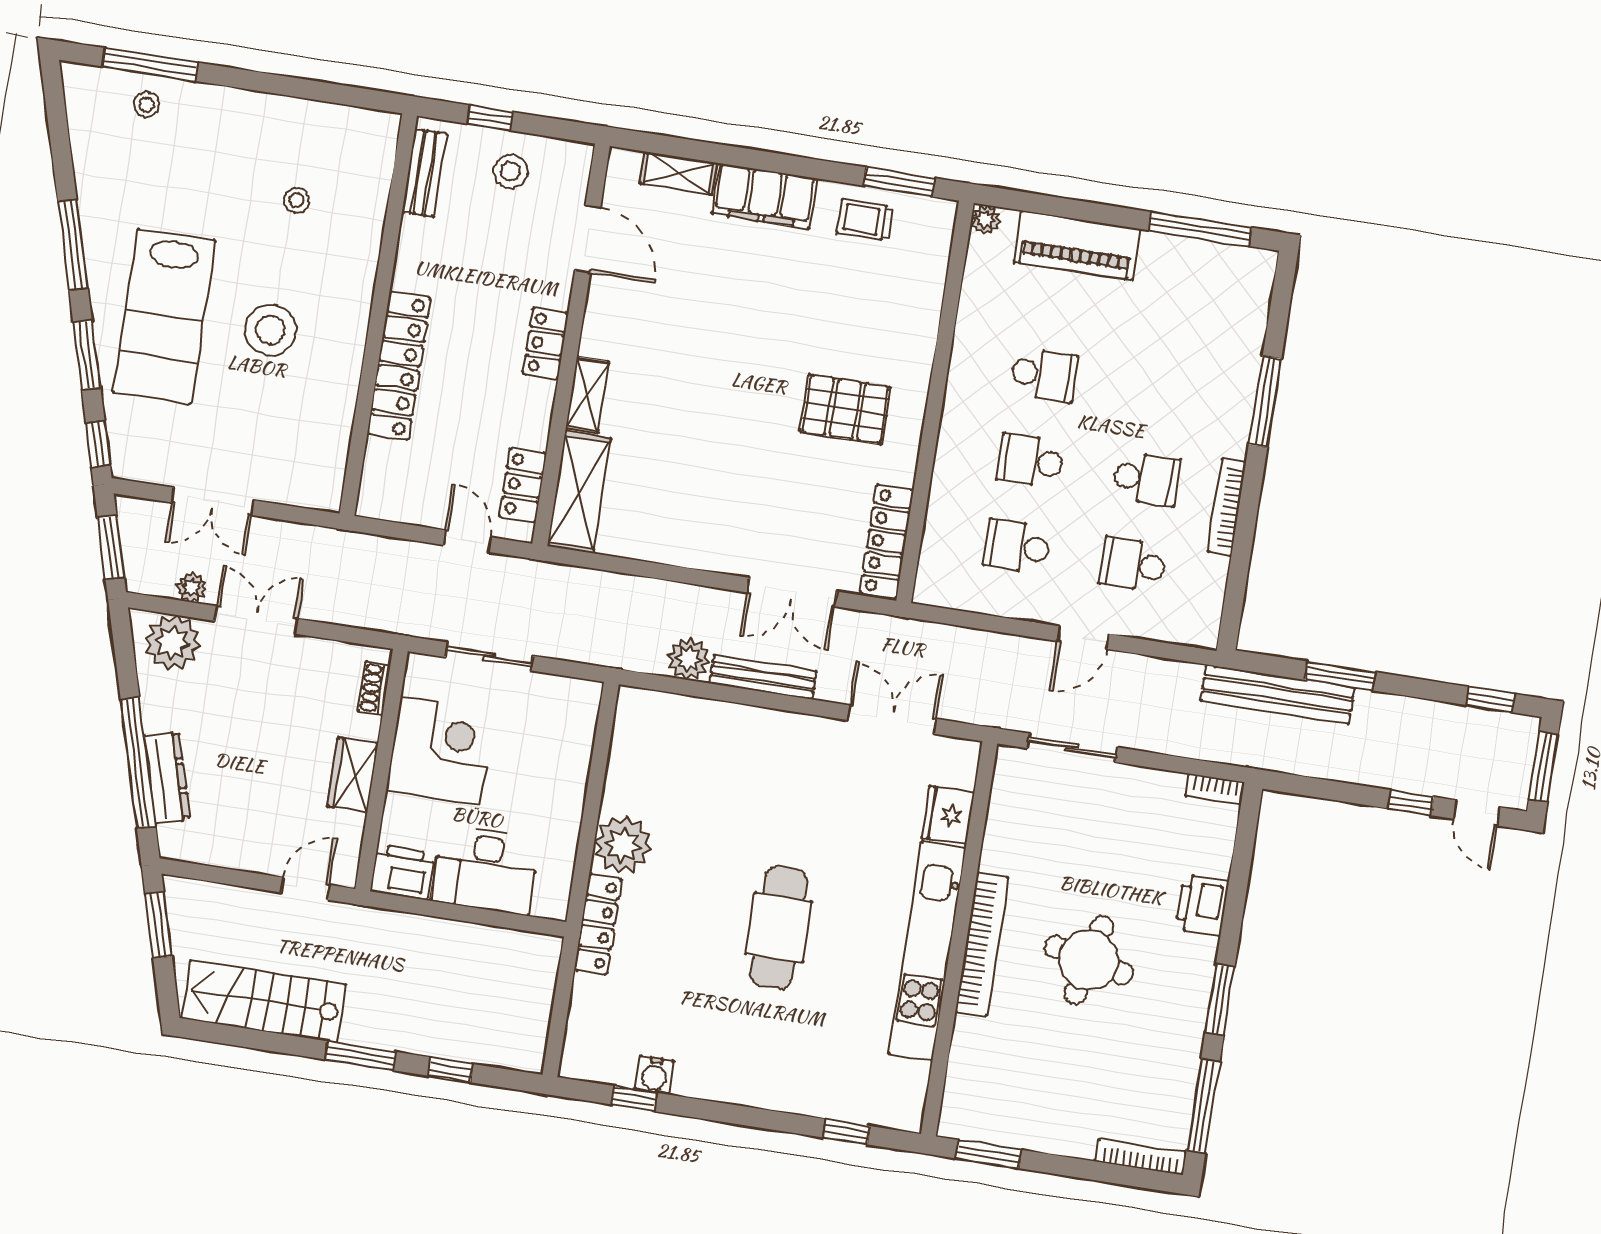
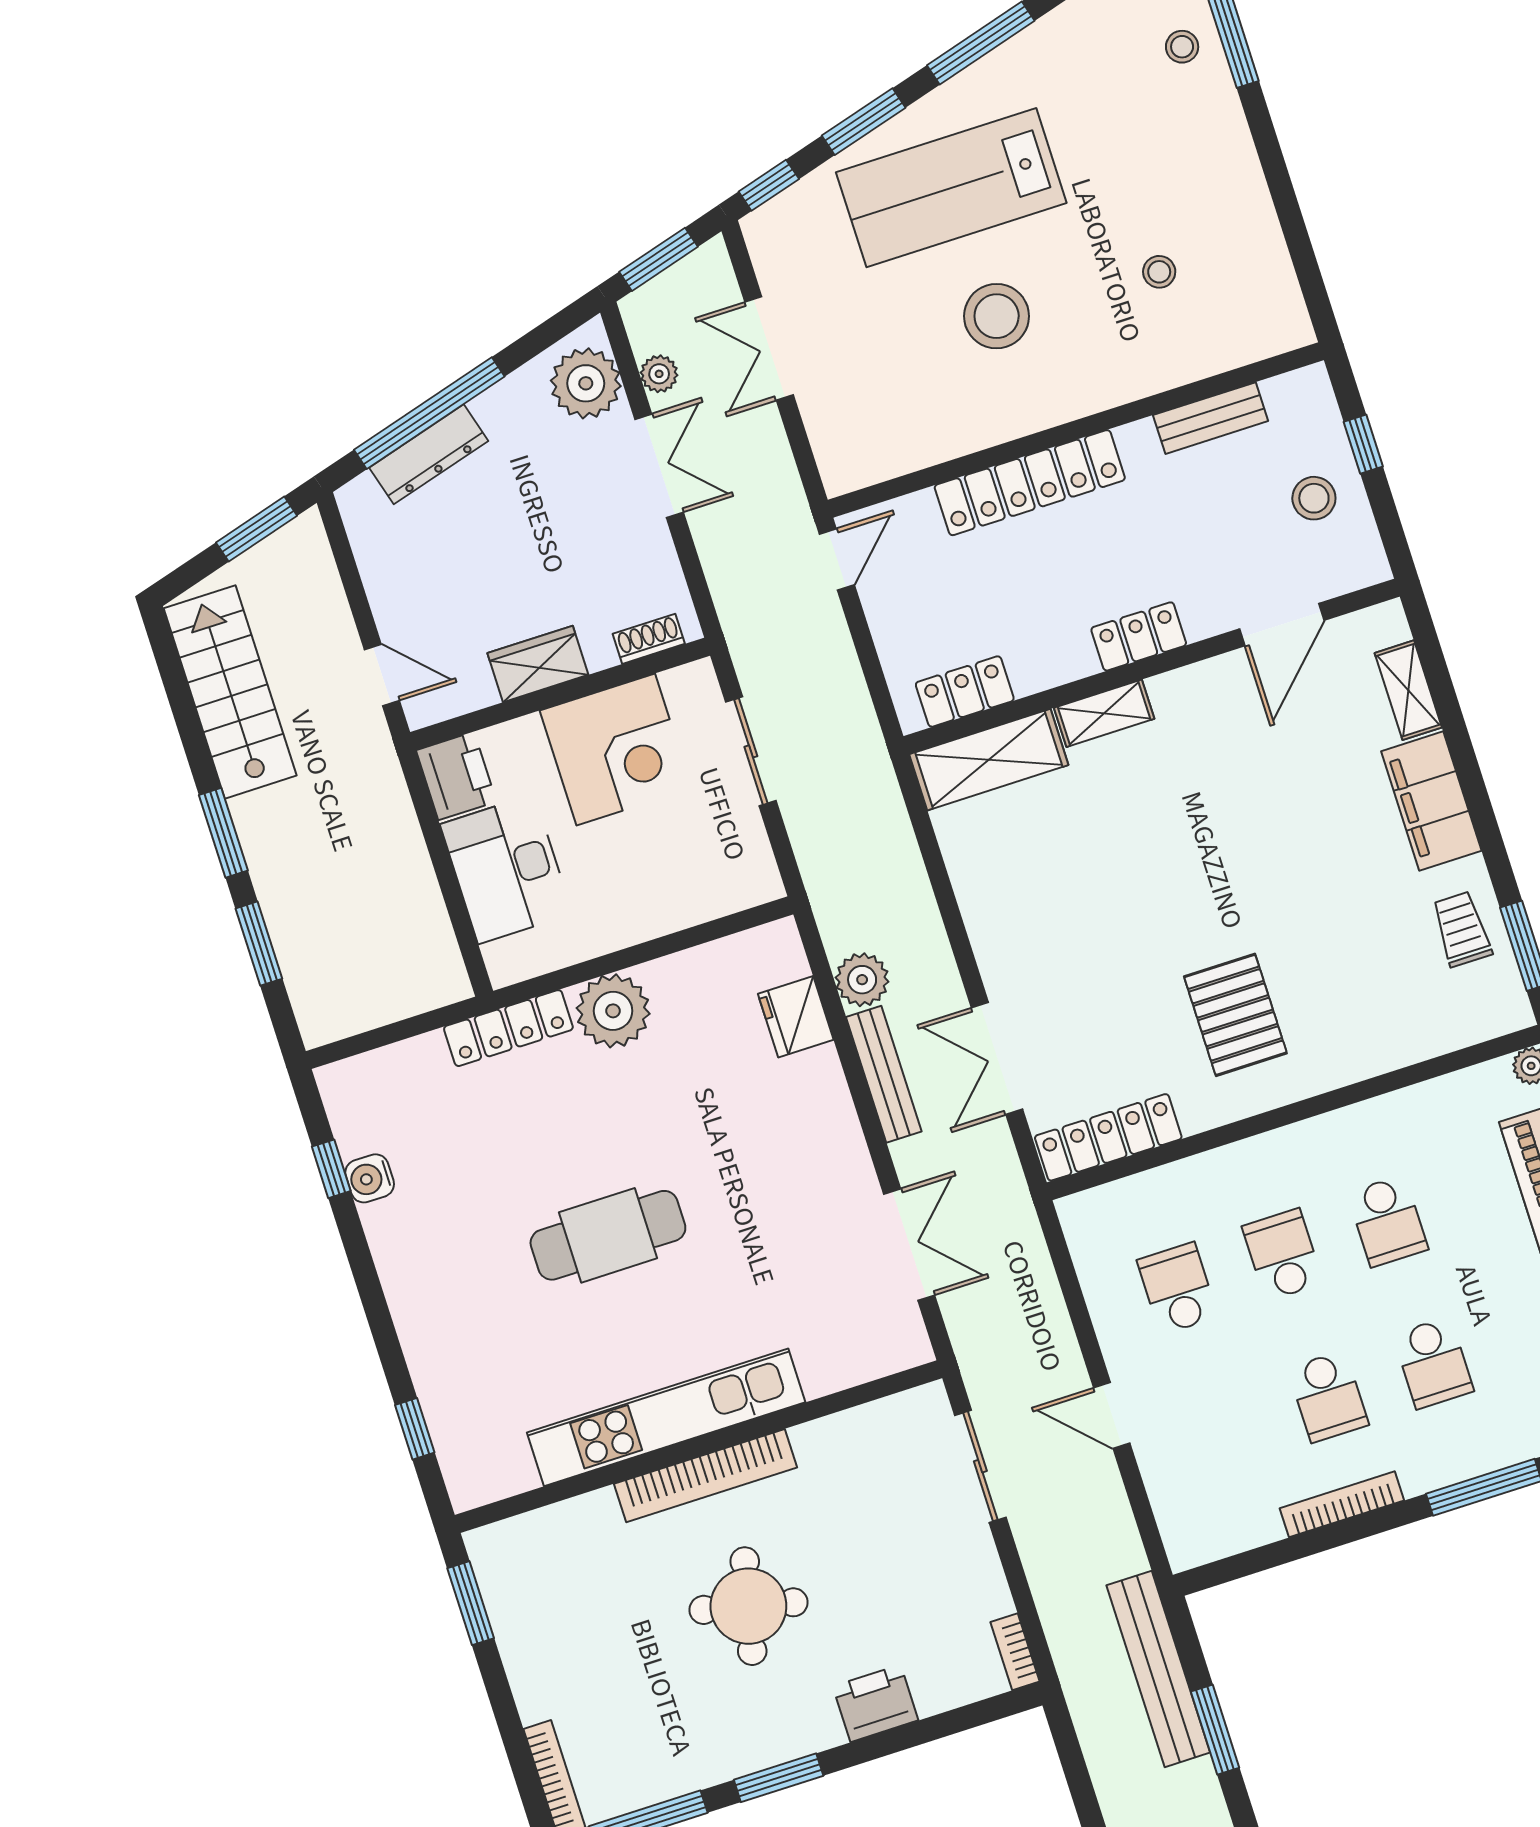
bench: (424, 173) -> (1211, 418), moved
door: (467, 541) -> (837, 559), moved
school desk: (1133, 565) -> (1433, 1363), moved, turned 180
fridge: (948, 815) -> (796, 1017), moved, turned -90
window: (450, 1070) -> (259, 944), width x1.50

